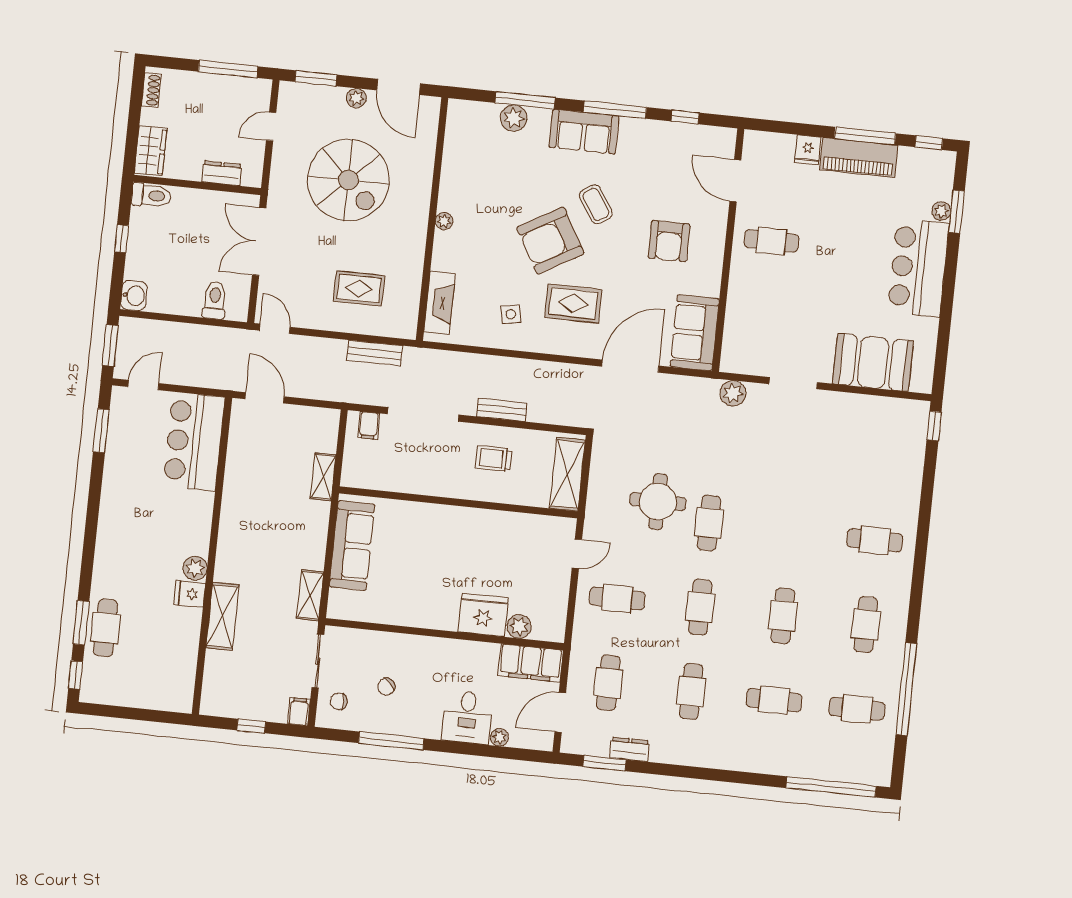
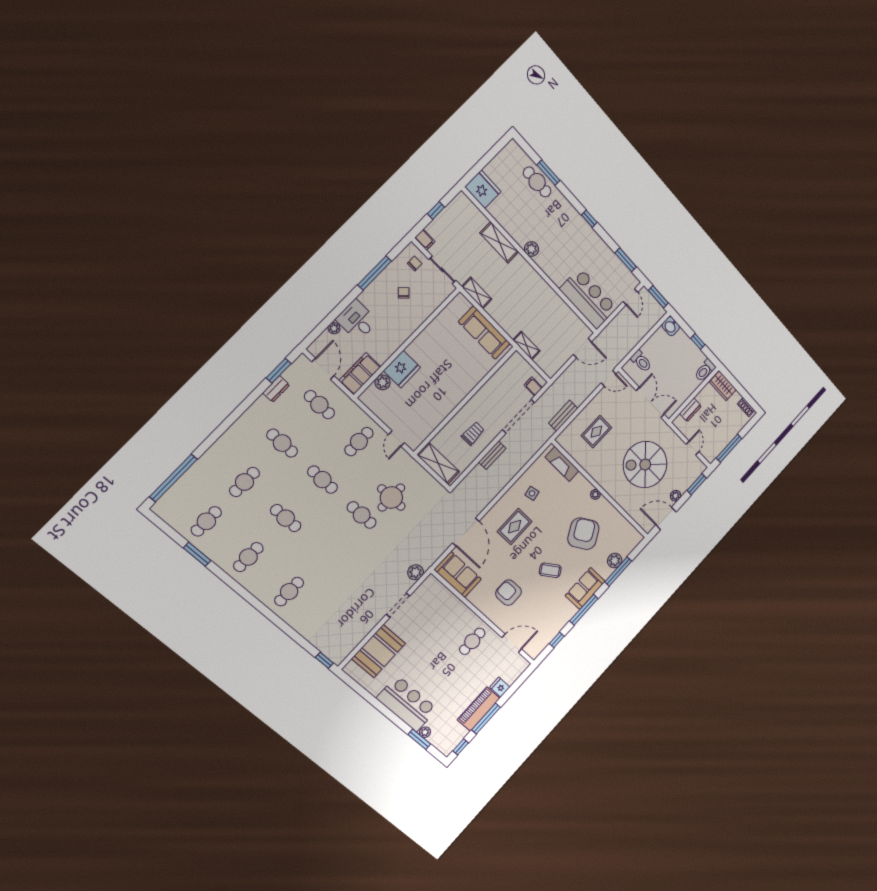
armchair: (550, 241) -> (583, 534), moved
fridge: (190, 594) -> (483, 189), moved, width x1.88, depth x1.34
cafe table: (866, 625) -> (248, 557), turned 90
window: (76, 675) -> (589, 219), moved
window: (906, 689) -> (197, 554), width x0.47

